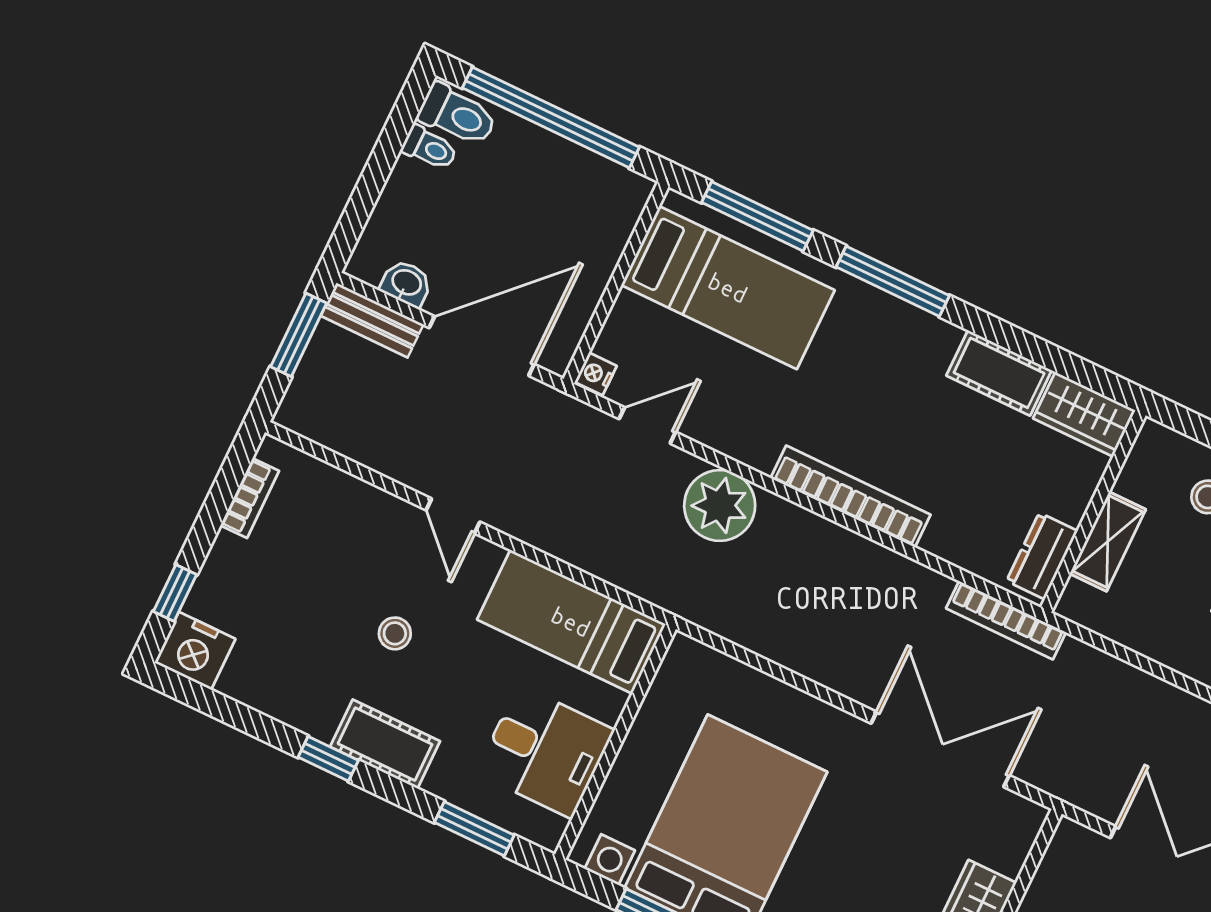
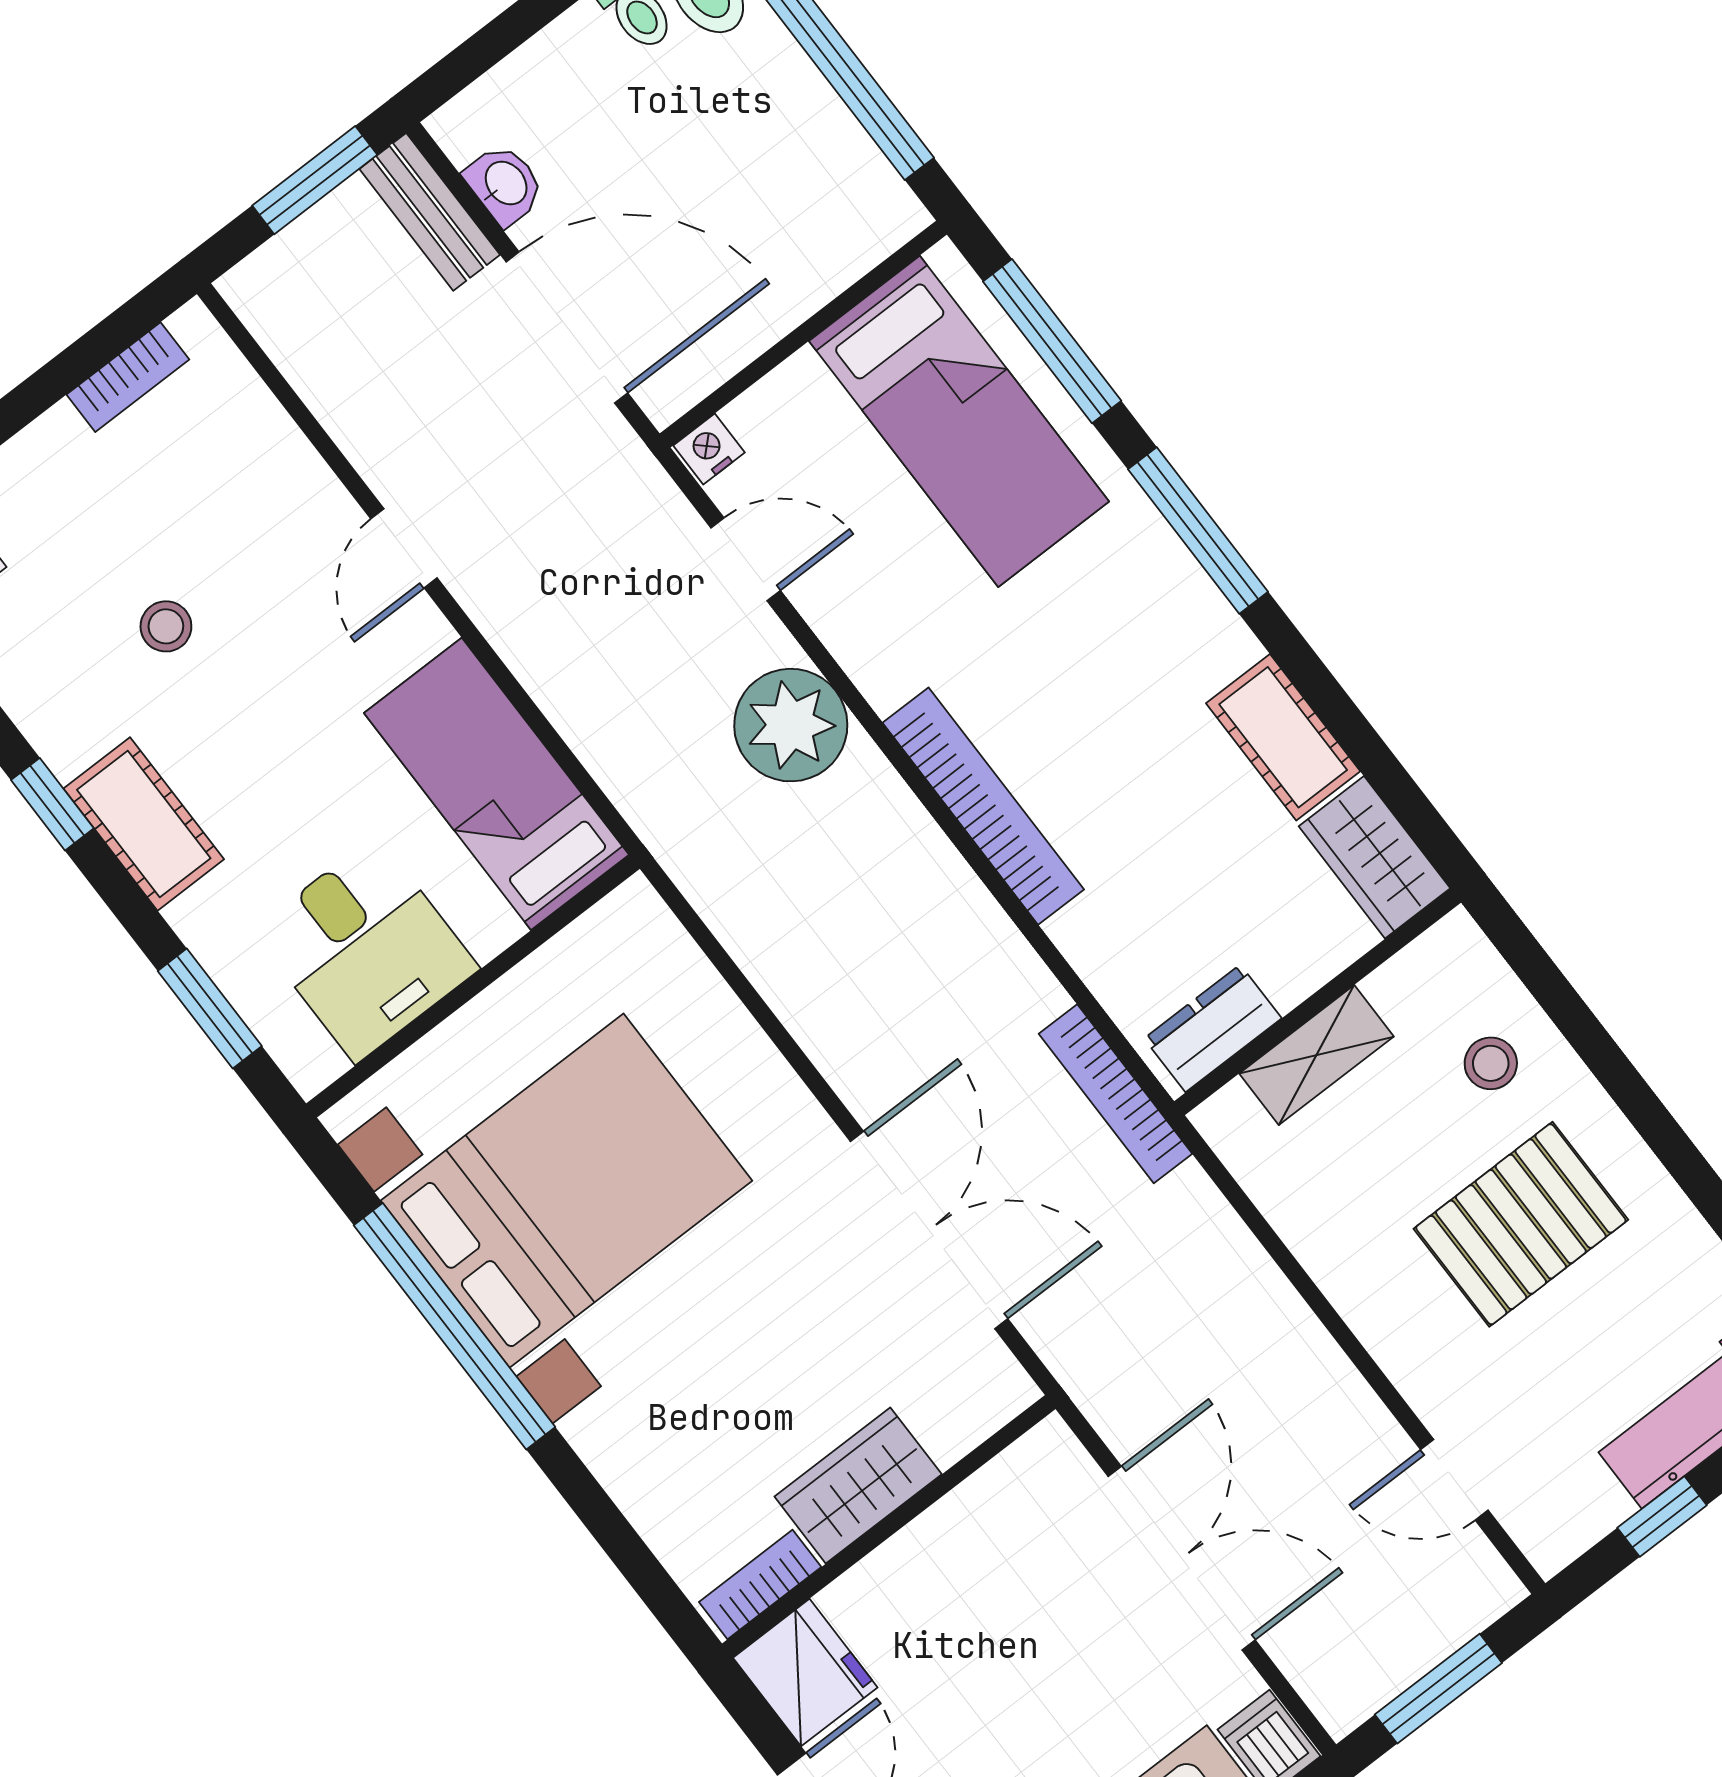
stool: (395, 633) -> (166, 626), moved

